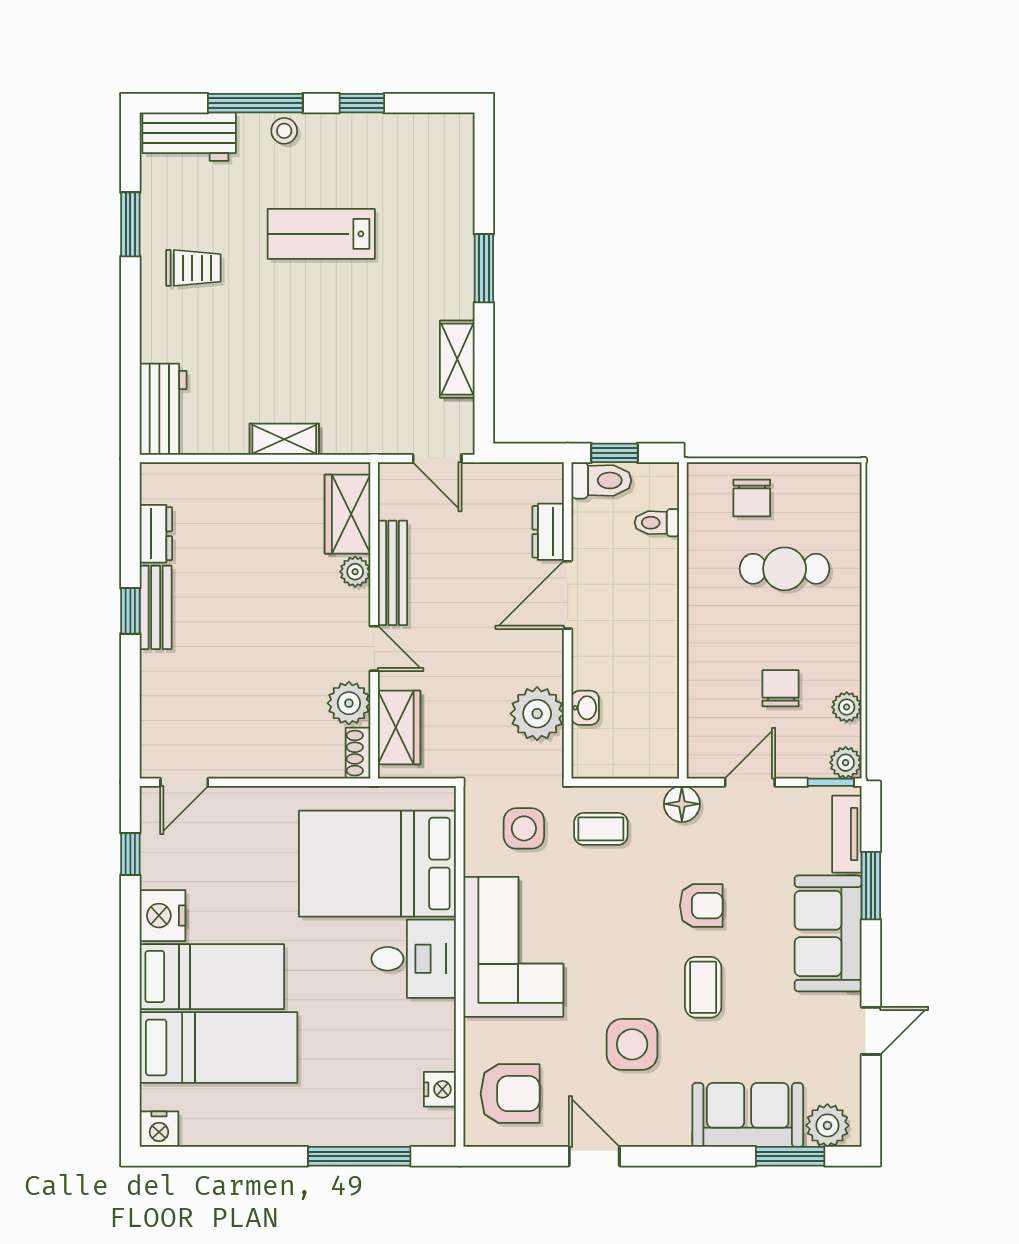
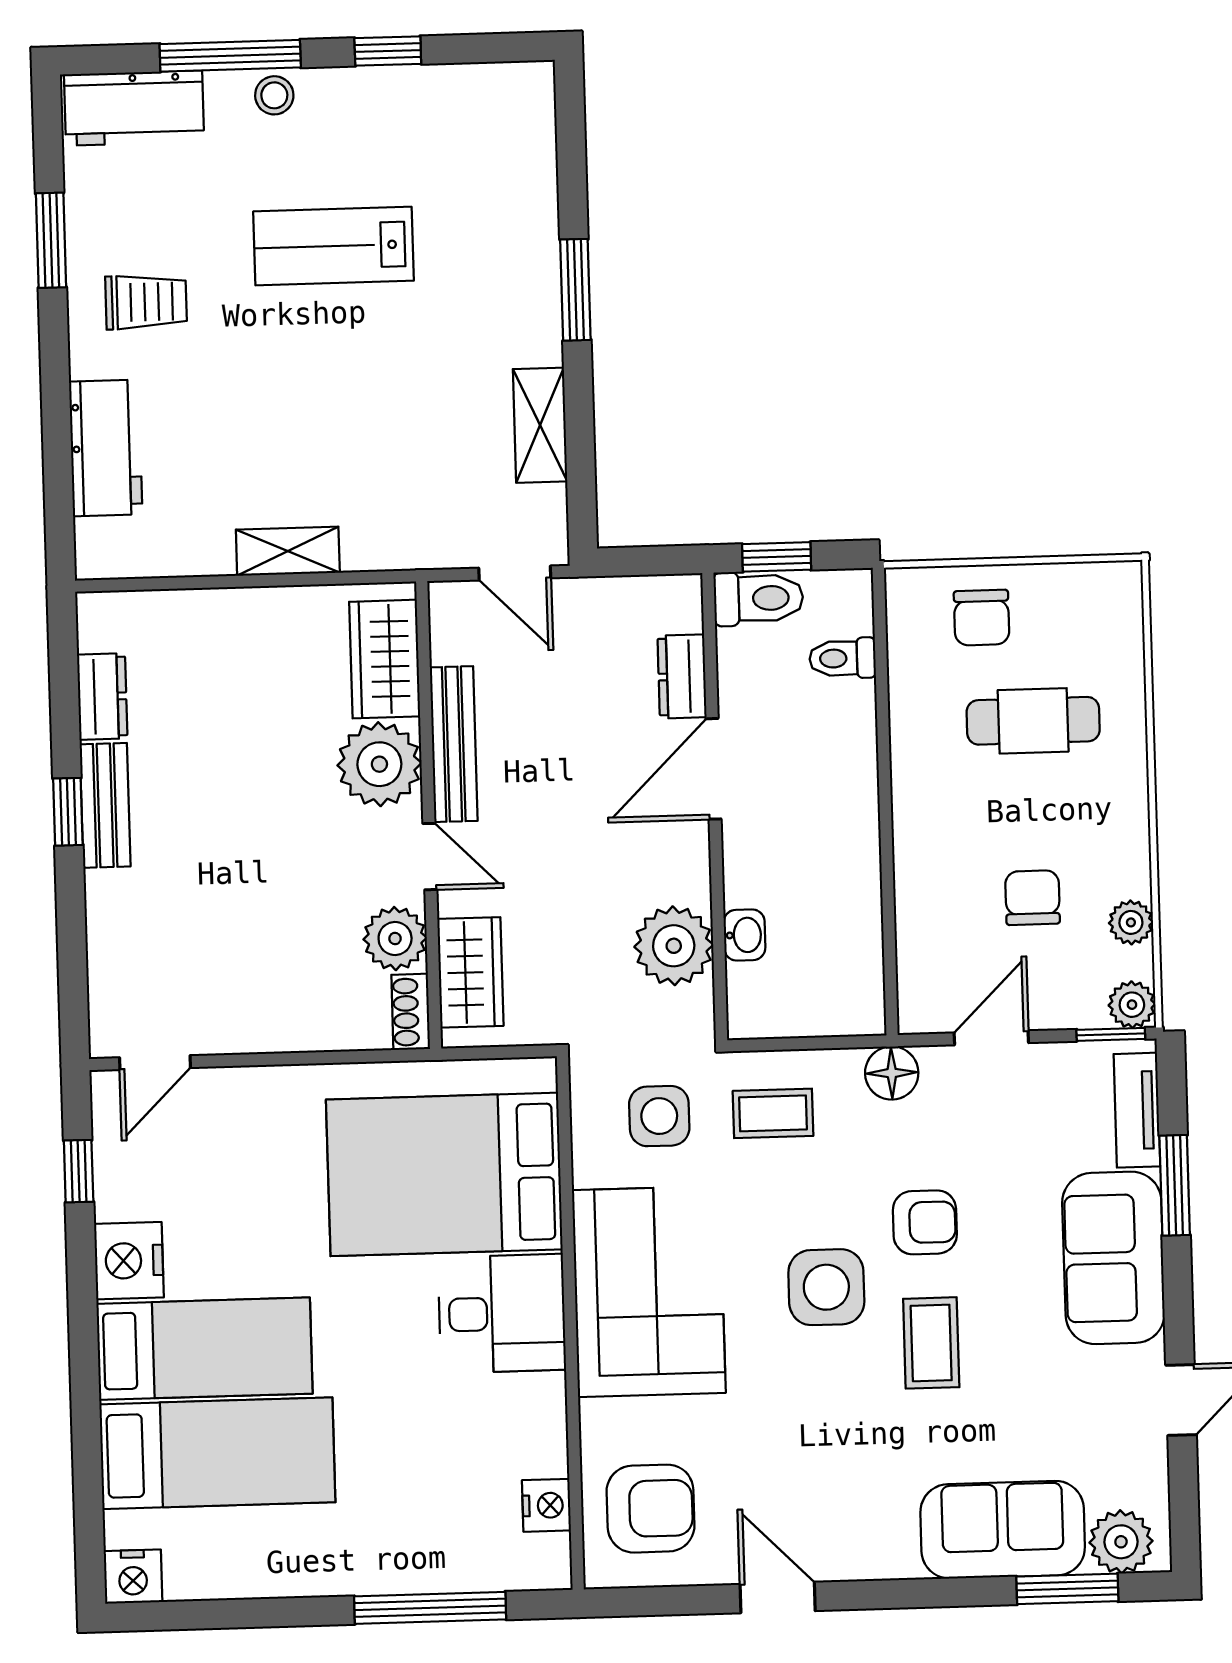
workbench: (163, 409) -> (106, 448), moved
plant: (355, 572) -> (379, 764), width x1.87, depth x1.87
side table: (632, 1044) -> (826, 1287), moved

